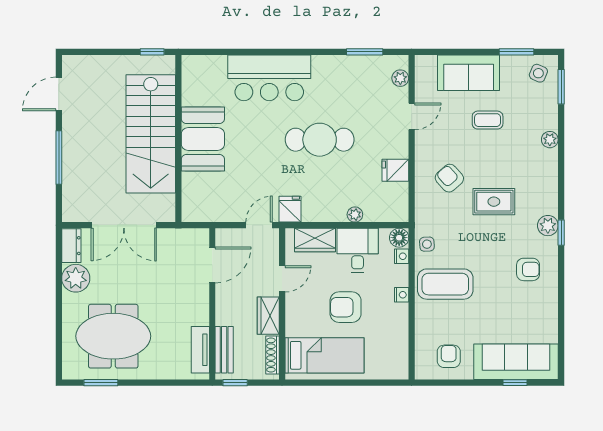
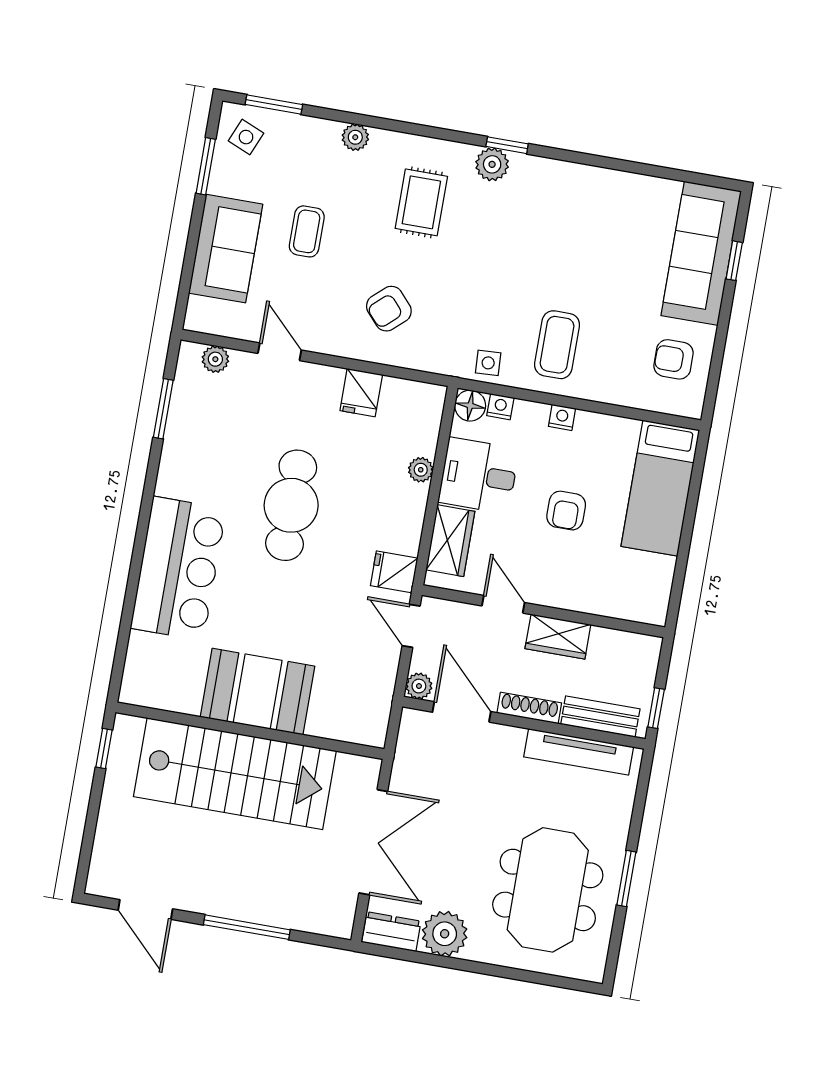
rug: (494, 202) -> (421, 202), moved
plant: (223, 236) -> (419, 686), added
armchair: (528, 269) -> (557, 208), removed
coffee table: (445, 284) -> (557, 345), width x0.73, depth x0.76
armchair: (346, 307) -> (566, 511), width x0.72, depth x0.72
tv unit: (200, 350) -> (579, 752), width x1.41
shoe rack: (273, 355) -> (529, 708), moved, turned 180
bed: (324, 355) -> (660, 488), moved, turned 180
window: (101, 383) -> (626, 878), moved

